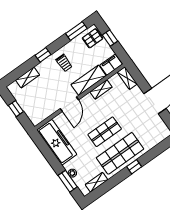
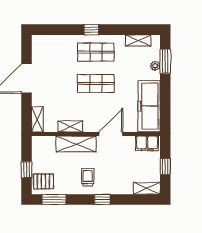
filing cabinet: (111, 65) -> (147, 143), moved
shelving: (28, 78) -> (147, 188), moved
shop shelf: (120, 153) -> (96, 52), width x0.70, depth x0.74

